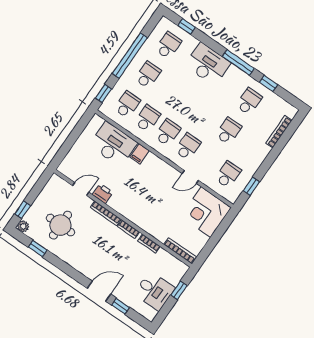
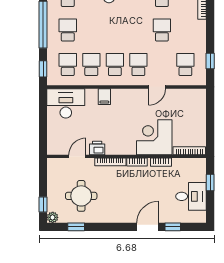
desk: (113, 144) -> (66, 103), moved
corner desk: (206, 212) -> (154, 137), moved, turned 90

